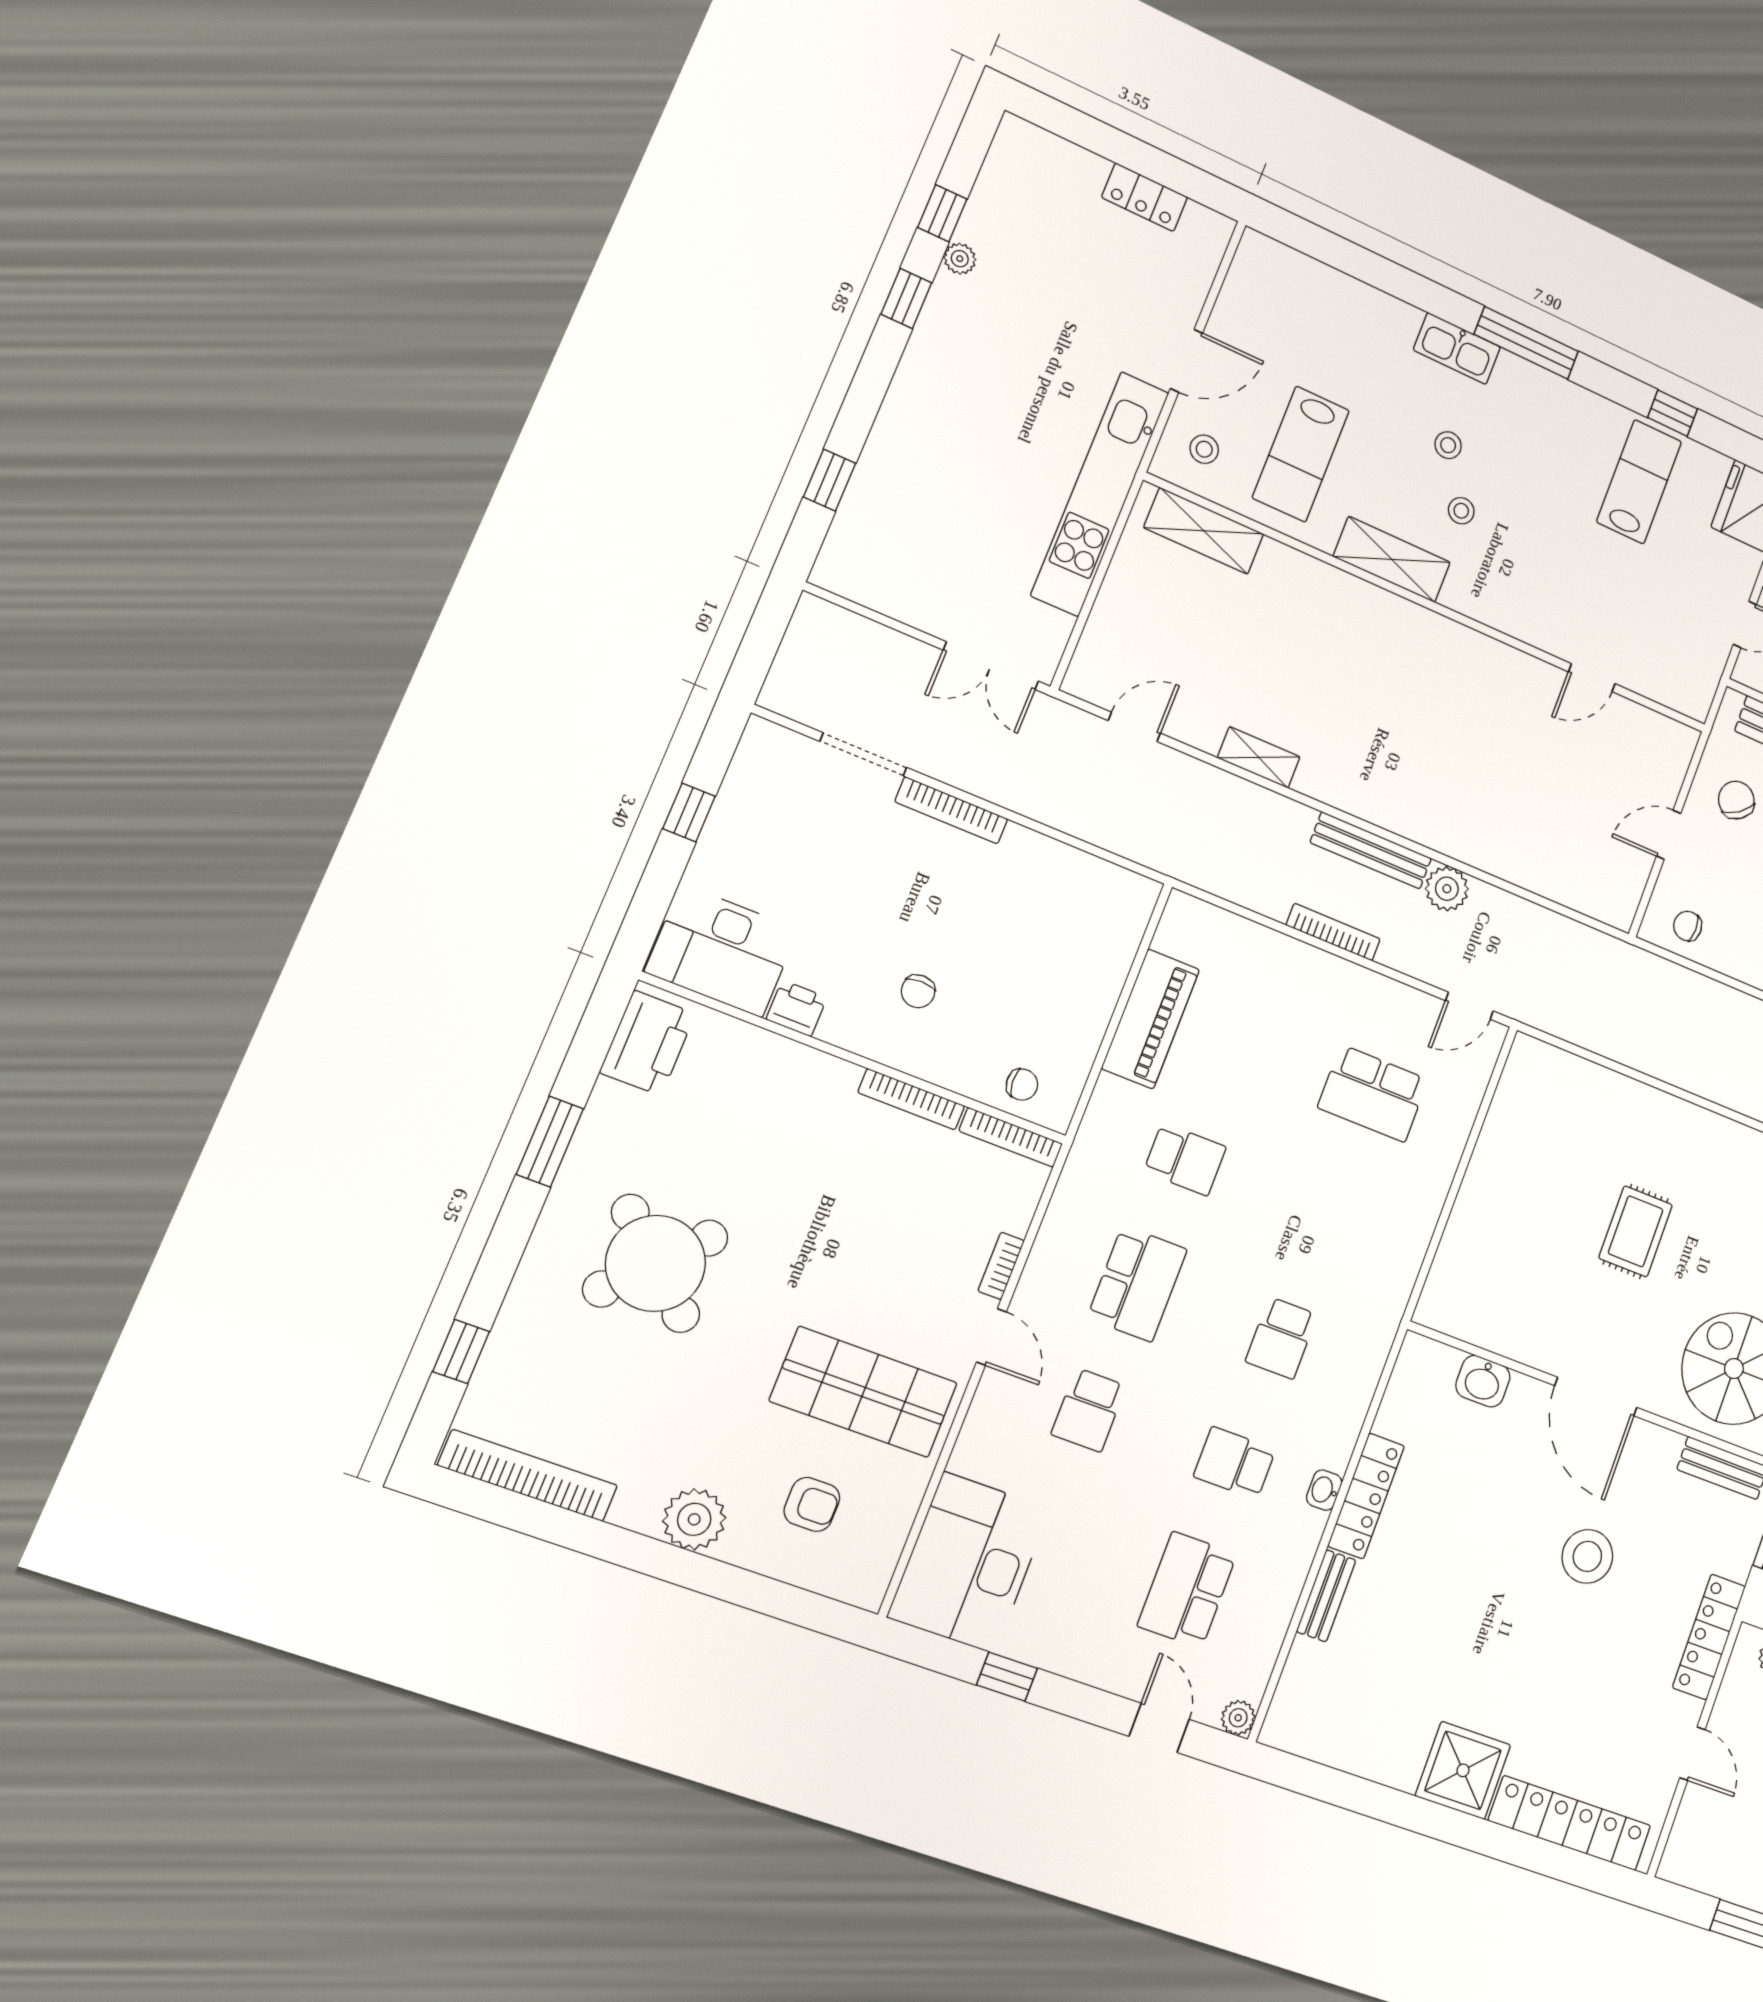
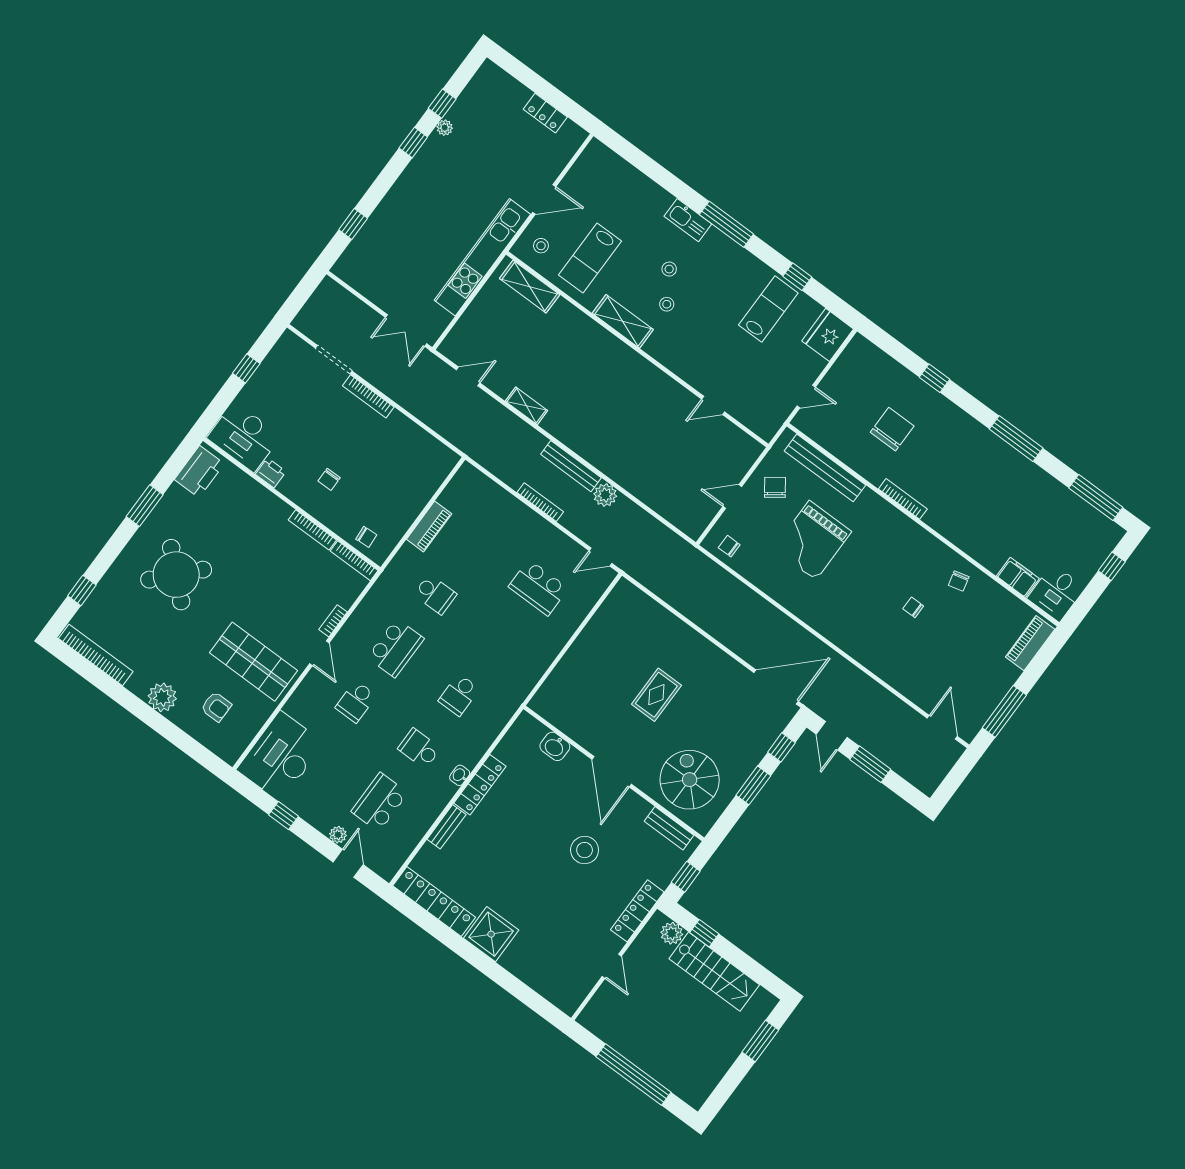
piano: (1151, 1019) -> (429, 526), width x0.73, depth x0.75
plant: (1238, 1718) -> (338, 835), moved
locker: (1570, 1823) -> (434, 902), moved

